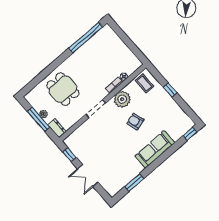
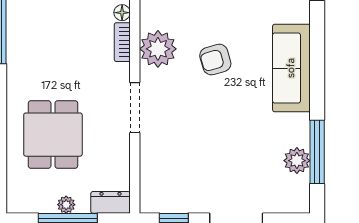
dining table: (63, 89) -> (53, 135), turned 90
plant: (126, 178) -> (297, 161), added
window: (134, 182) -> (317, 152), width x1.44

